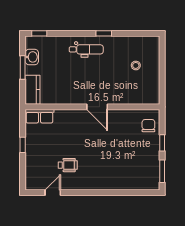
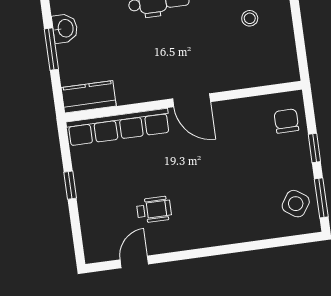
kitchen counter: (32, 90) -> (89, 97), moved, turned -90
row of seats: (39, 116) -> (118, 127), width x2.02
side table: (147, 173) -> (296, 204), added

